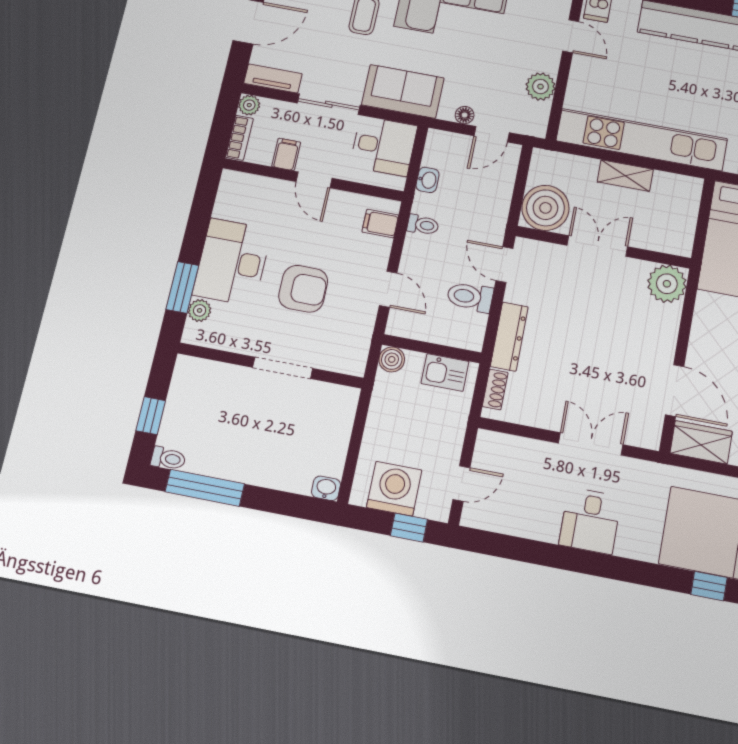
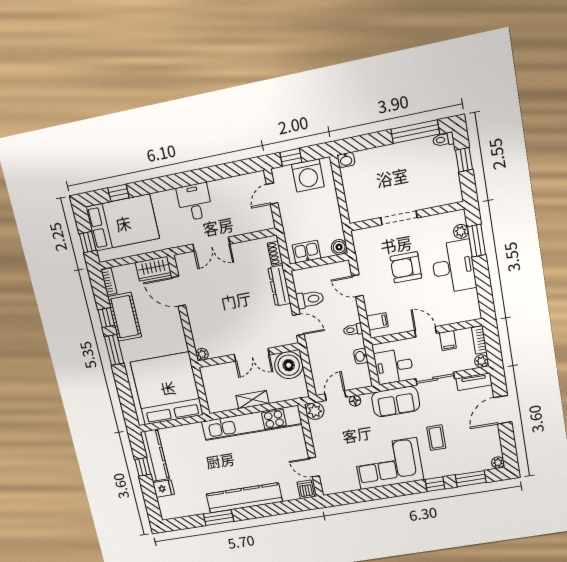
plant: (540, 87) -> (315, 411), moved
plant: (667, 284) -> (202, 354), width x0.53, depth x0.53

